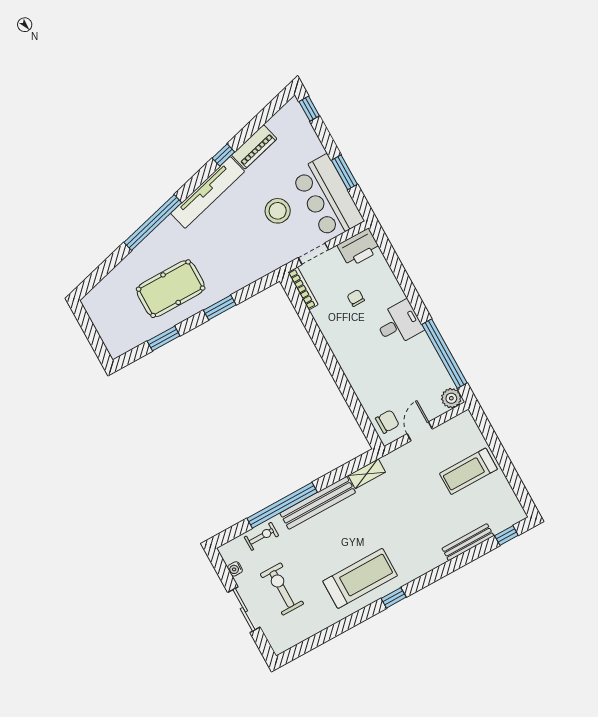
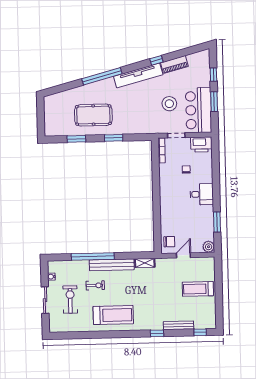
window: (309, 109) -> (213, 75), moved
window: (444, 354) -> (217, 222), width x0.47
exercise bike: (261, 536) -> (95, 285), moved
window: (394, 598) -> (157, 333), moved

